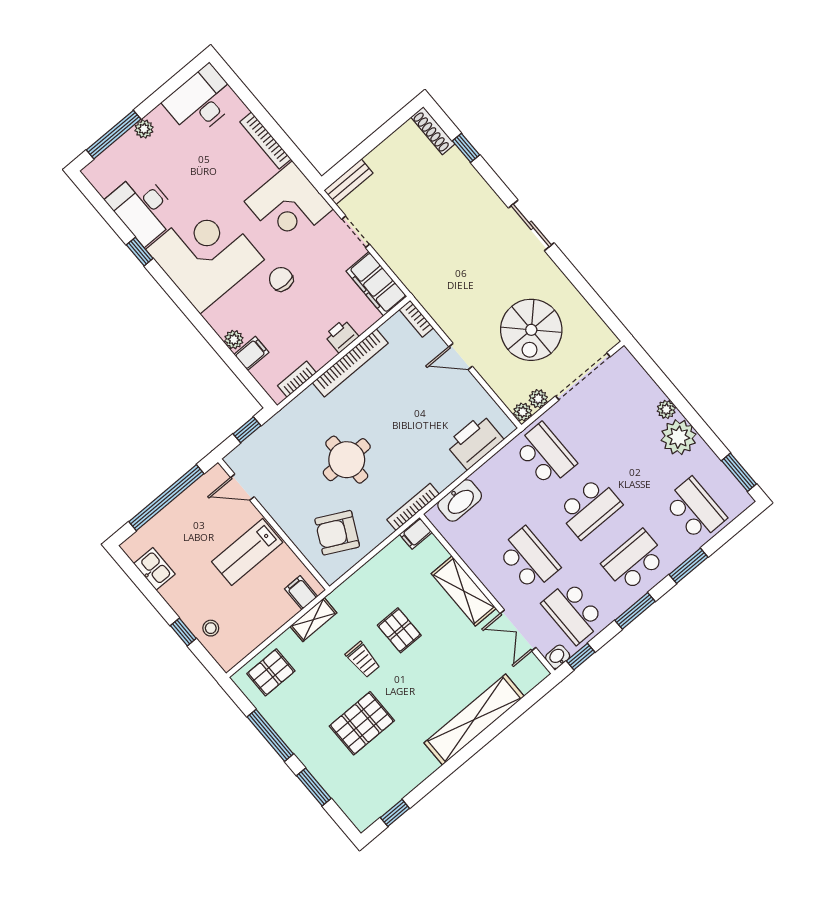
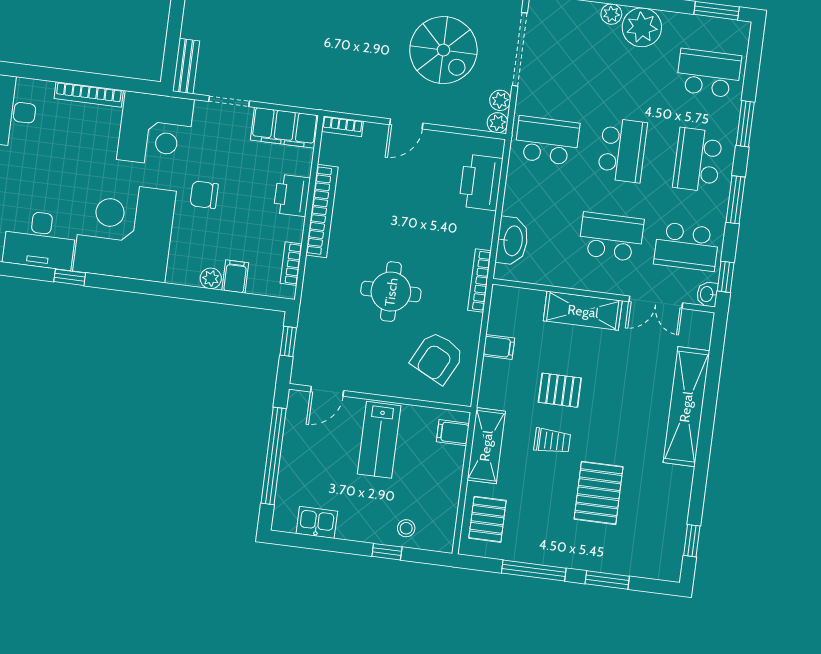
printer: (342, 336) -> (292, 195), width x1.36, depth x1.24
filing cabinet: (416, 533) -> (499, 347), moved, turned -90
shelving: (313, 620) -> (486, 446), width x1.50, depth x1.33

